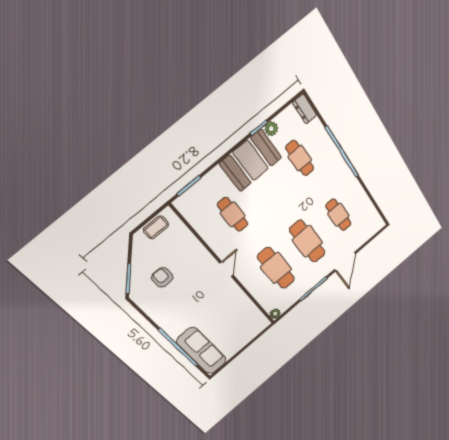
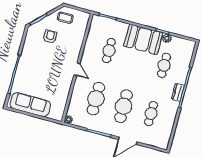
dresser: (305, 109) -> (178, 92), moved
coffee table: (156, 227) -> (65, 18), moved
door: (226, 269) -> (77, 69), hinge flipped
sofa: (202, 351) -> (30, 105), moved, turned -90

